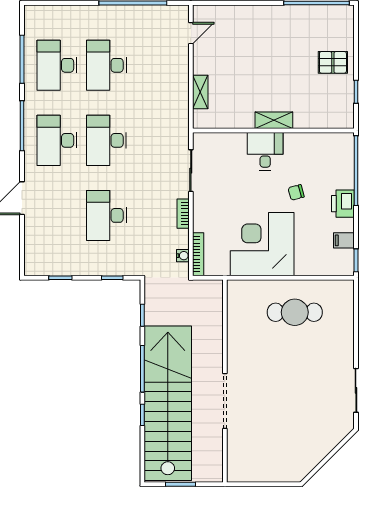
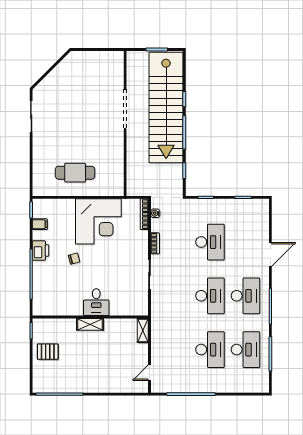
shelving: (274, 120) -> (90, 324), moved
wall: (273, 130) -> (90, 317), moved
desk: (265, 151) -> (96, 302), moved

